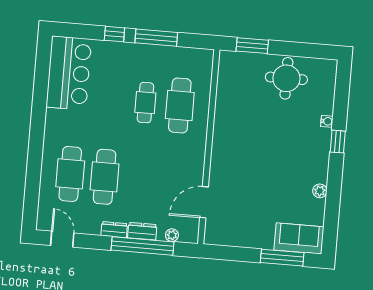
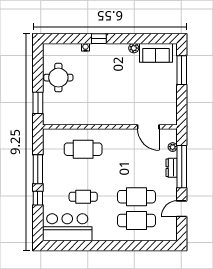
cafe table: (145, 103) -> (83, 197), moved
dresser: (114, 230) -> (172, 187), removed
sofa: (299, 238) -> (156, 53), moved, turned -90
door: (62, 239) -> (182, 209), moved

